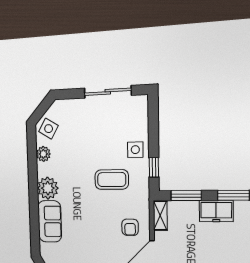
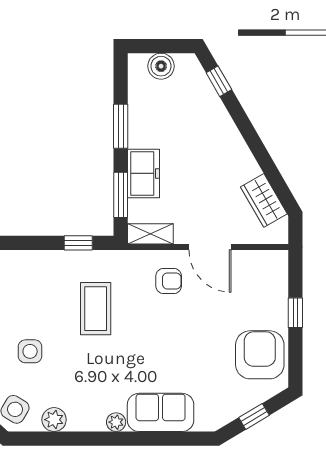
side table: (135, 150) -> (30, 351), moved
plant: (48, 188) -> (116, 422), width x0.53, depth x0.53
freezer: (216, 211) -> (144, 173), moved

